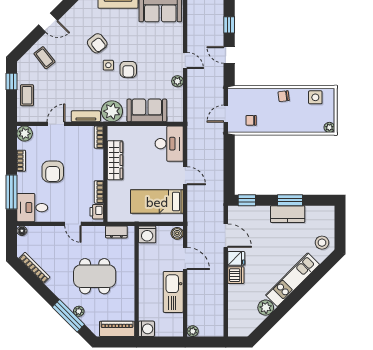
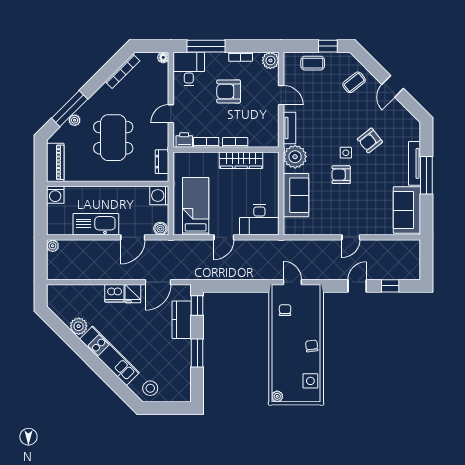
plant: (177, 81) -> (328, 229), removed
bookcase: (99, 137) -> (235, 142), moved
kitchen counter: (288, 214) -> (182, 320), moved

